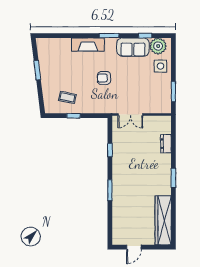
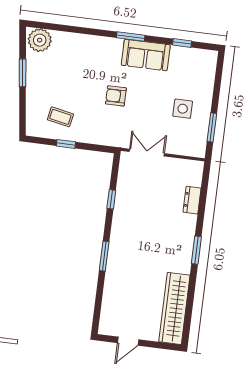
fireplace: (88, 44) -> (99, 45), removed
plant: (158, 46) -> (40, 40), moved
sofa: (133, 47) -> (146, 55), moved
side table: (160, 66) -> (183, 109), moved
double door: (130, 115) -> (147, 153), swing flipped

